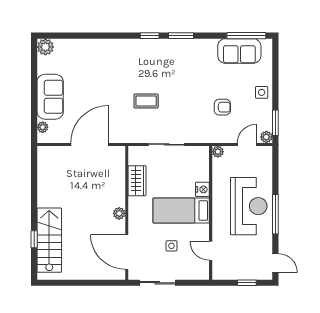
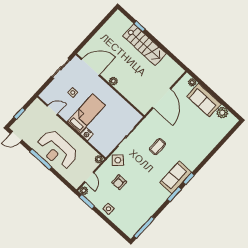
plant: (45, 47) -> (222, 113), moved
sofa: (239, 51) -> (176, 177), moved
side table: (200, 130) -> (118, 160), added
wardrobe: (137, 181) -> (122, 105), removed
stairs: (49, 240) -> (144, 45), moved

